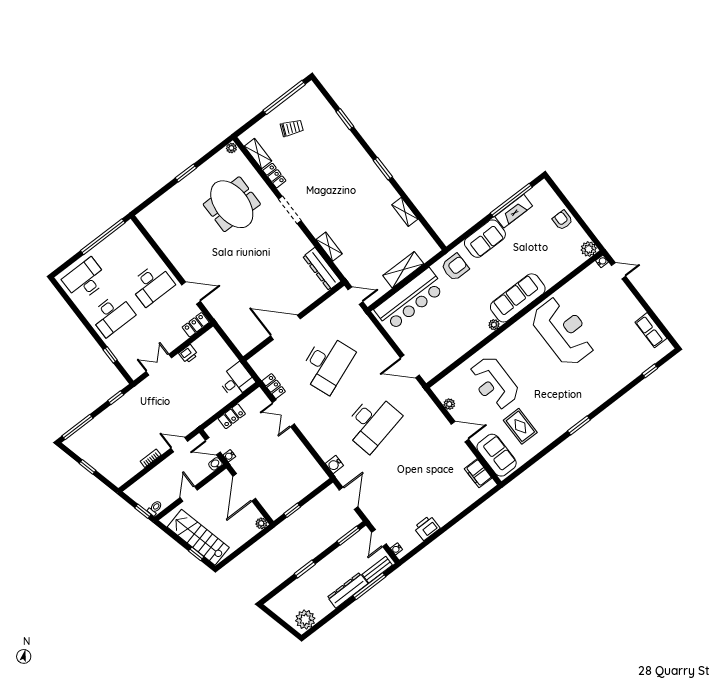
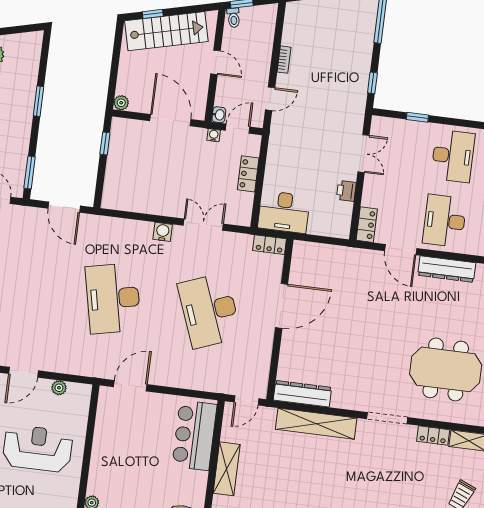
shelving: (329, 247) -> (316, 424), width x2.20, depth x1.33
dresser: (177, 258) -> (447, 269), added
door: (191, 293) -> (401, 250), hinge flipped
bar counter: (410, 299) -> (194, 435), width x0.73
desk: (112, 315) -> (453, 156), turned 180
desk: (236, 380) -> (284, 212), width x1.37
locker: (274, 386) -> (270, 245), moved
water cooler: (334, 465) -> (163, 232), moved

